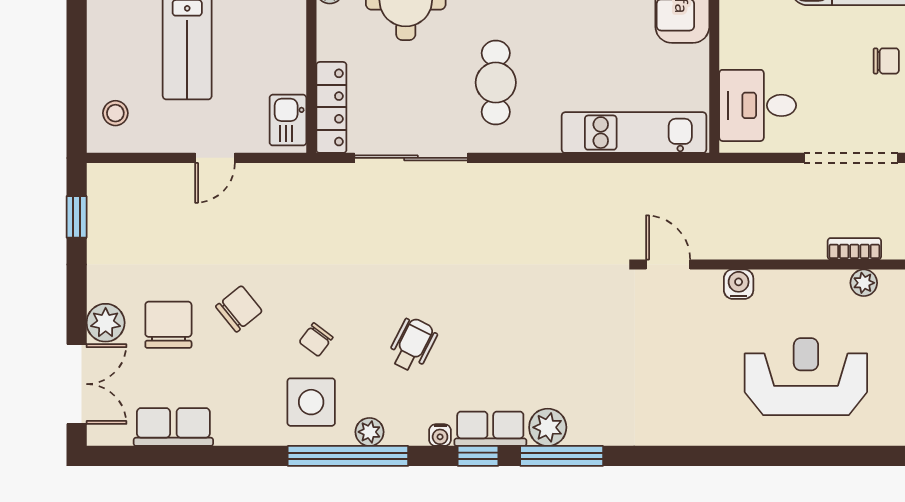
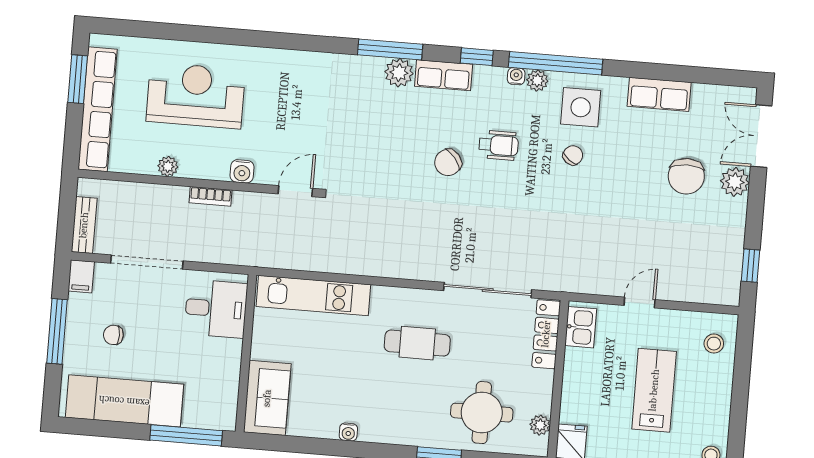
cafe table: (496, 83) -> (417, 343), turned 90
bookcase: (854, 249) -> (210, 196), moved
door: (668, 265) -> (295, 191), swing flipped
plant: (864, 283) -> (168, 166), moved
chair: (239, 309) -> (448, 163), moved
wheelchair: (412, 345) -> (499, 145), turned -117
reception desk: (806, 377) -> (196, 95), turned 180
row of seats: (173, 427) -> (659, 94), moved
water cooler: (440, 435) -> (516, 76), moved
window: (478, 456) -> (477, 57), moved

